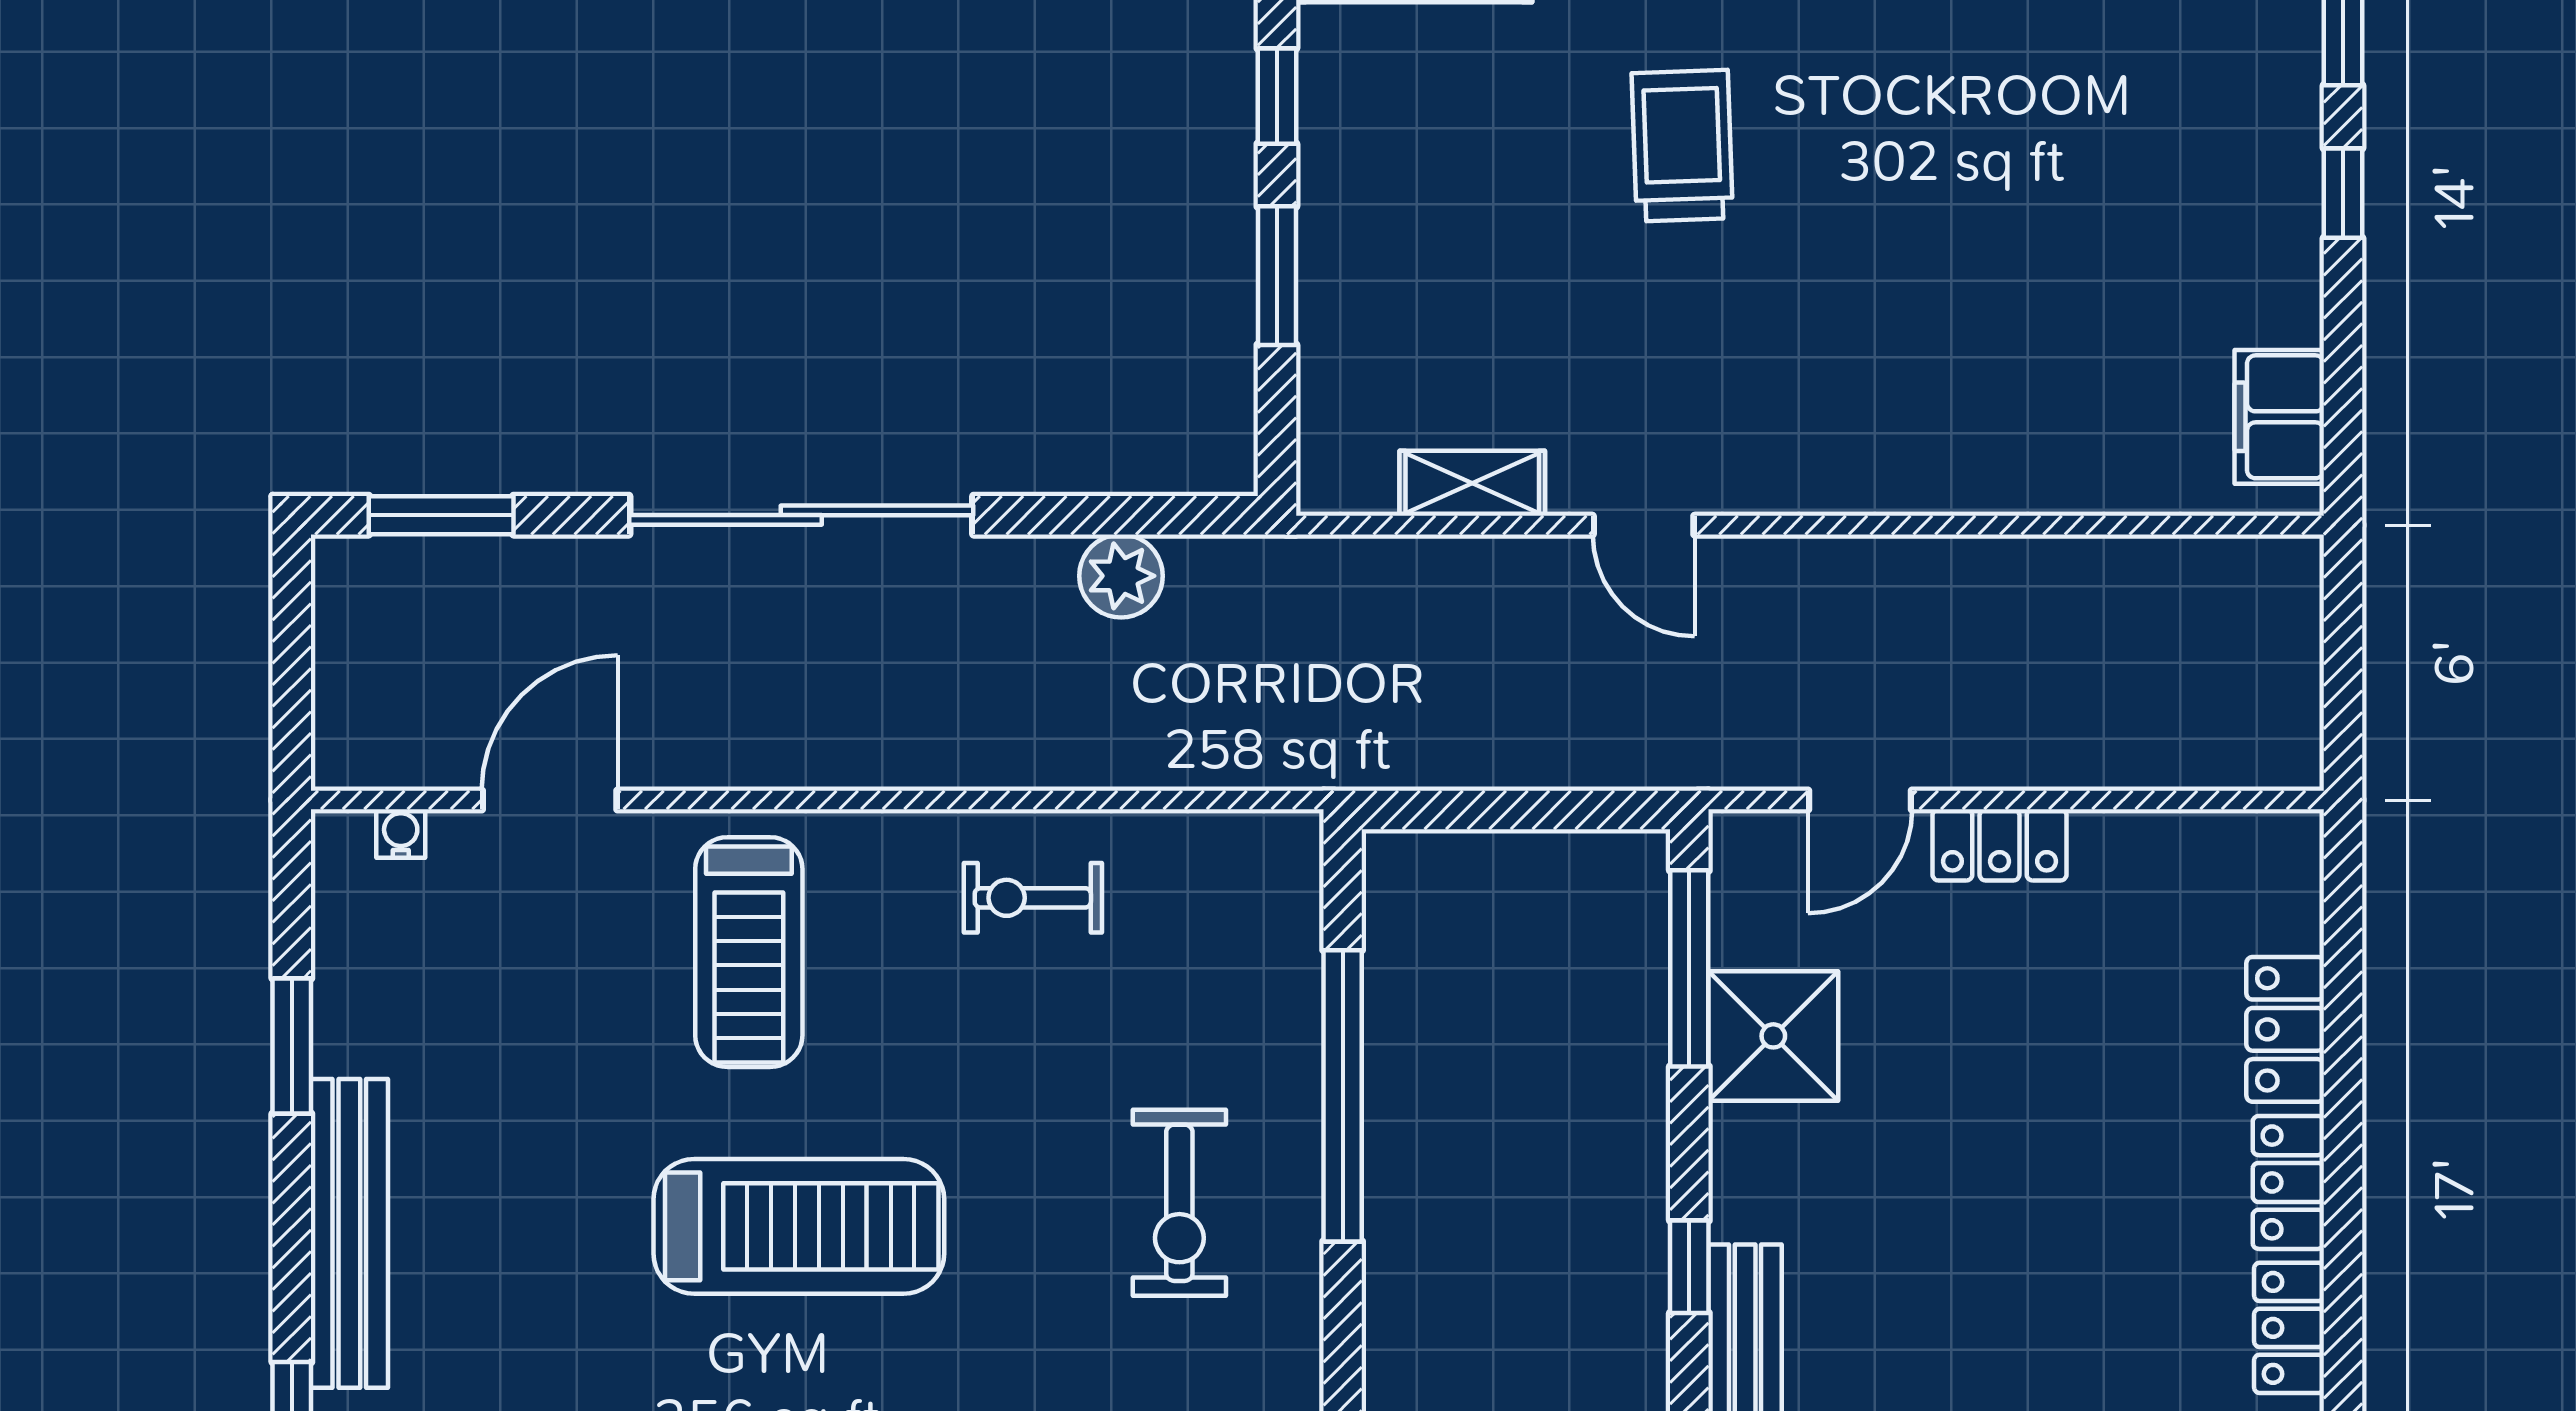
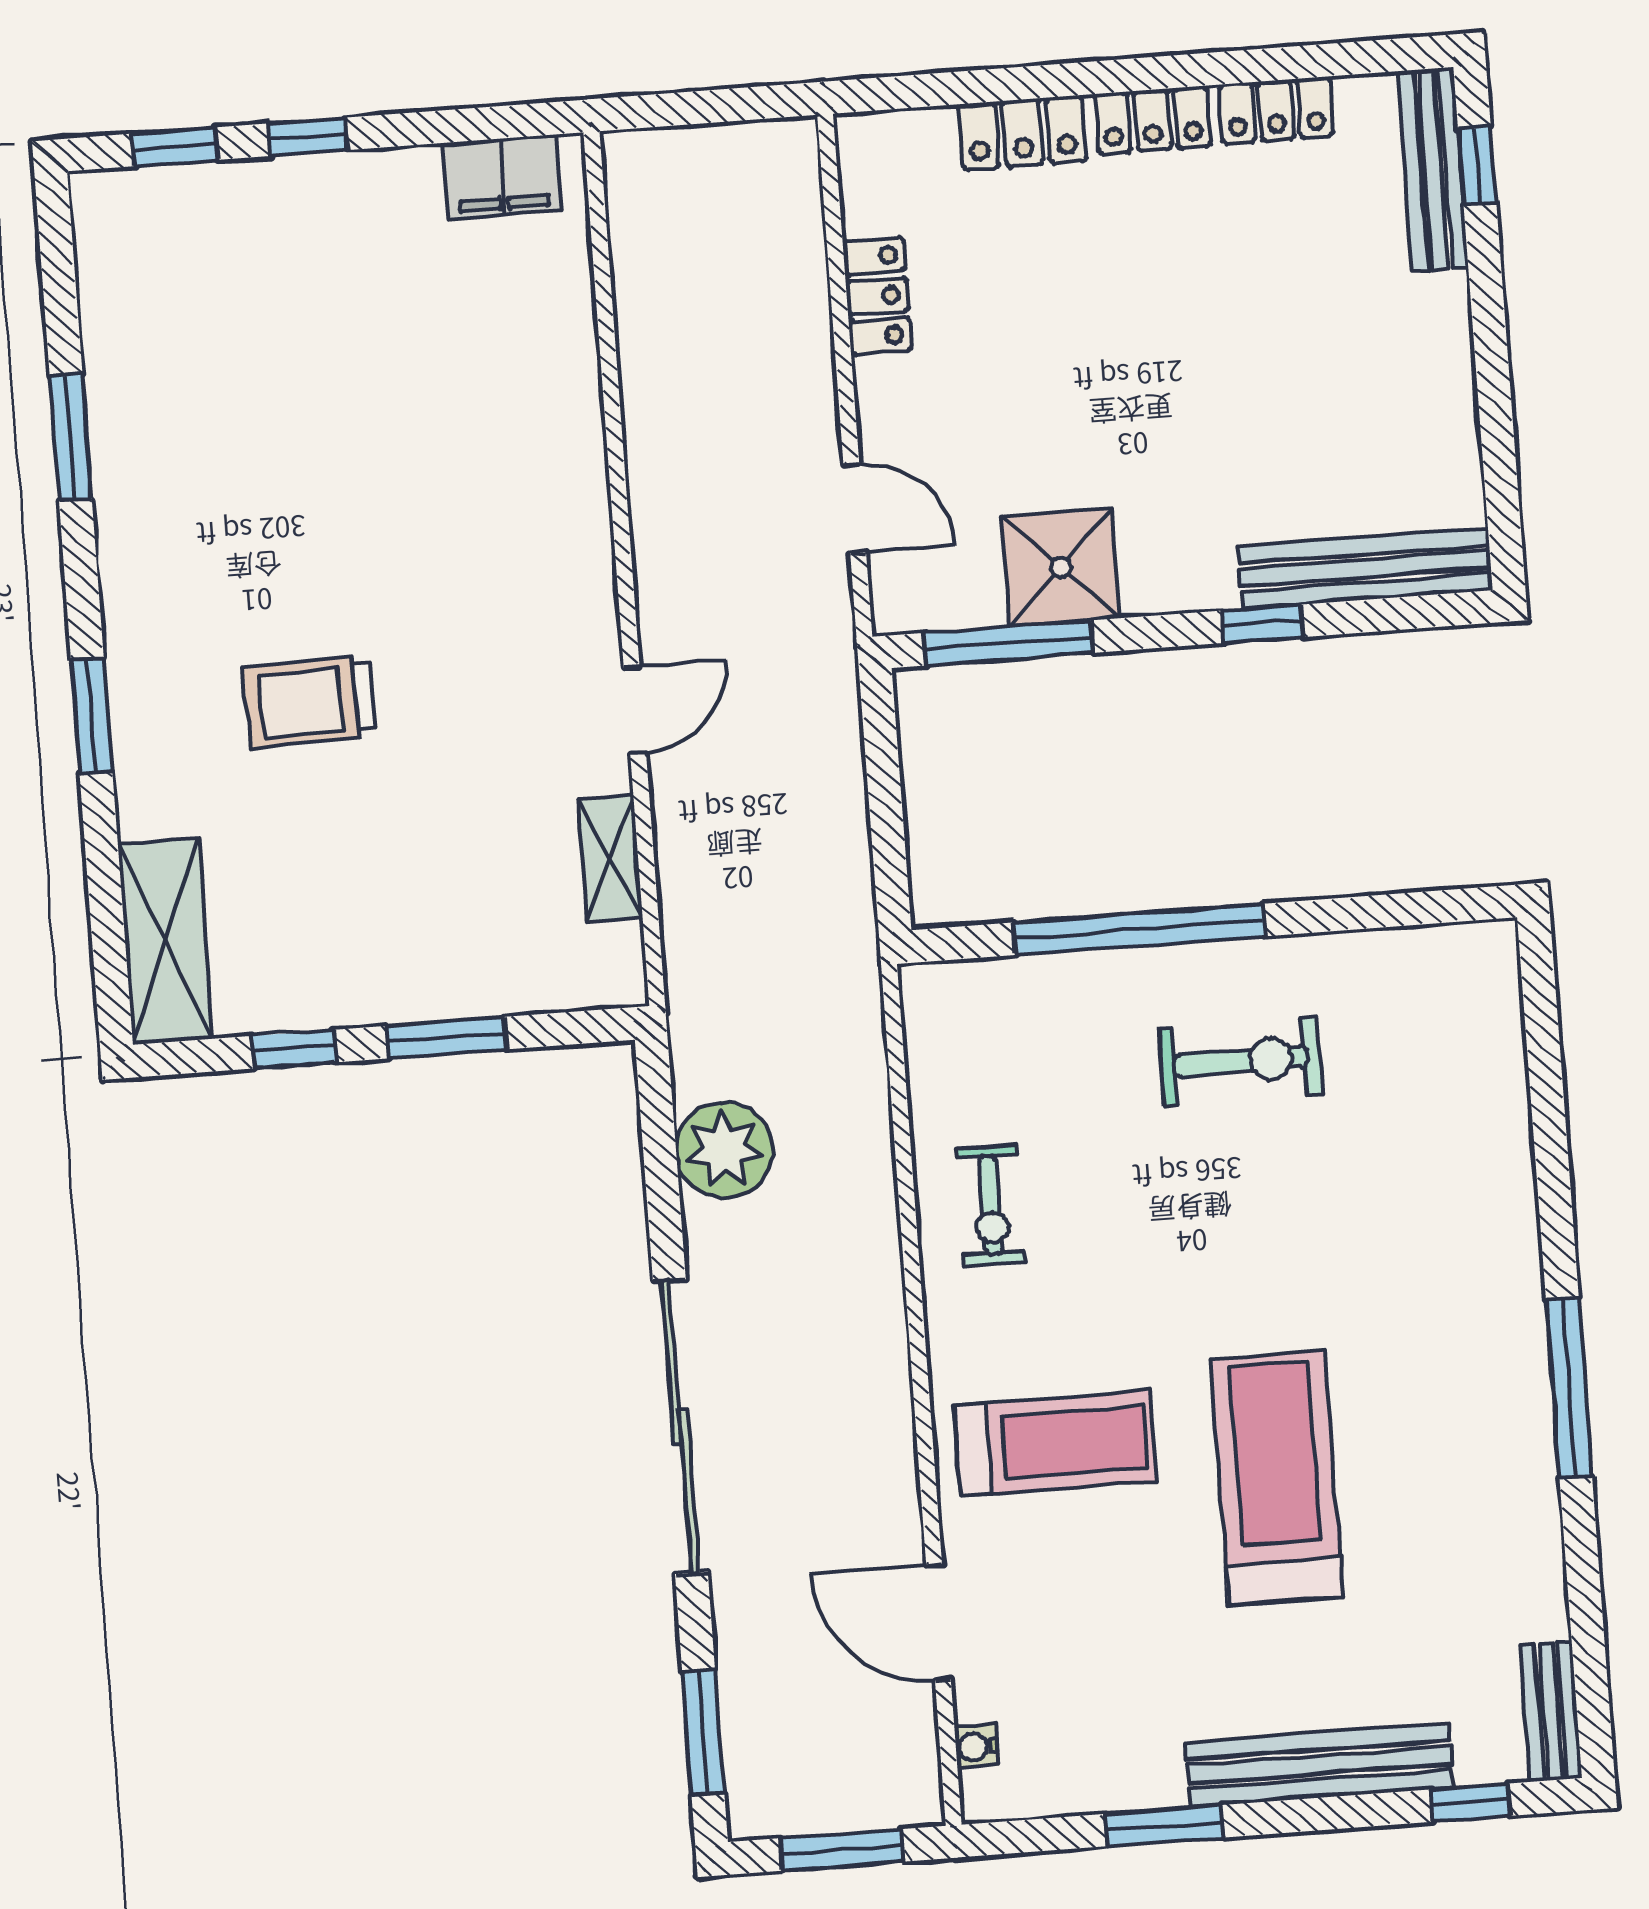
plant: (1121, 576) -> (724, 1150), width x1.36, depth x1.36
window: (292, 667) -> (842, 1850), added
locker: (1999, 845) -> (877, 296), moved
treadmill: (799, 1226) -> (1277, 1478), moved

